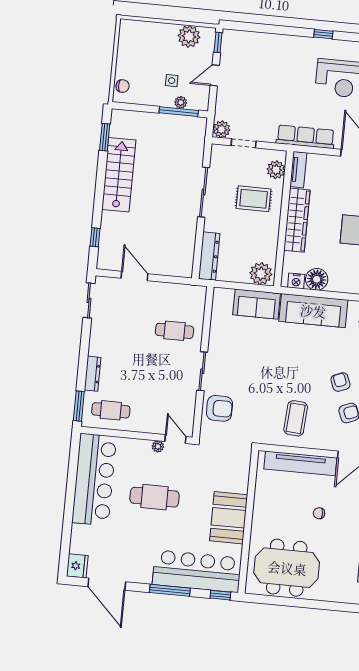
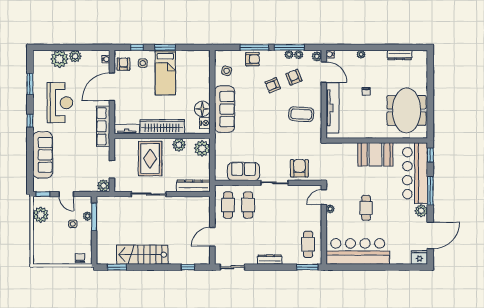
sofa: (273, 47) -> (43, 155), added
plant: (276, 170) -> (179, 145), moved
rug: (254, 199) -> (150, 159), width x1.36, depth x1.43
cafe table: (177, 302) -> (228, 205), added
sofa: (257, 304) -> (244, 171), moved, turned -90
dresser: (93, 374) -> (270, 260), moved
cafe table: (154, 497) -> (366, 208), width x0.73, depth x0.74
plant: (143, 575) -> (421, 211), added

